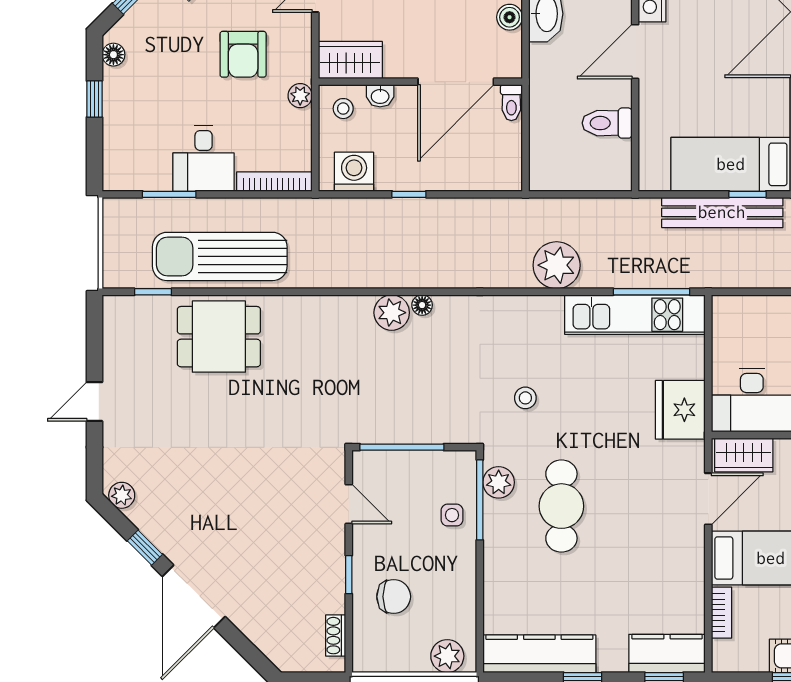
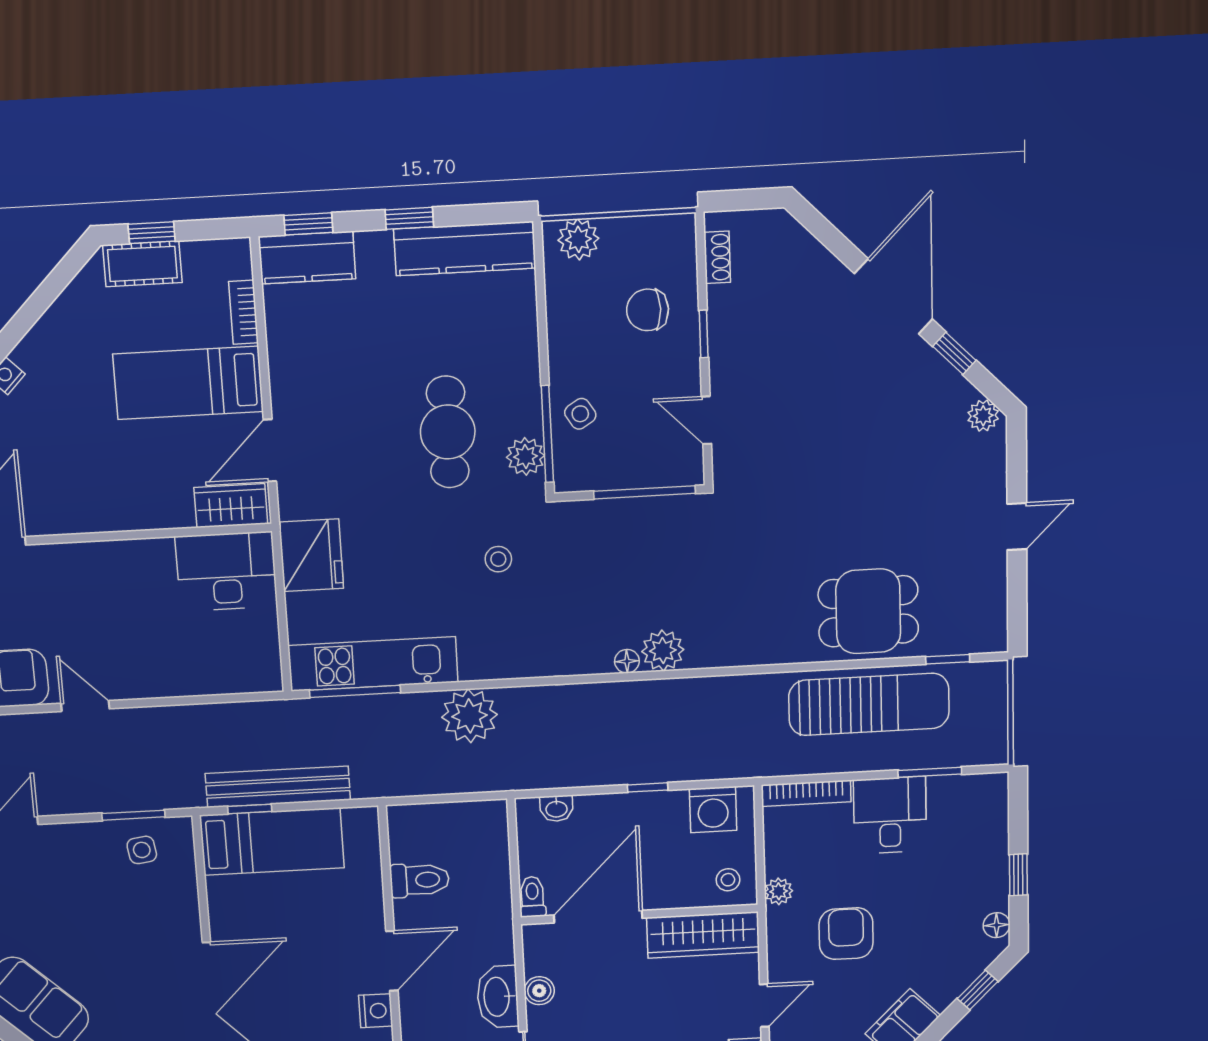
wardrobe: (350, 60) -> (703, 935), width x1.50
washbasin: (380, 96) -> (556, 808), moved, turned 180
side table: (452, 515) -> (580, 414), turned -32

